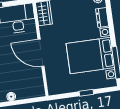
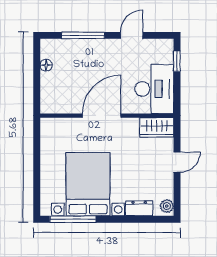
window: (86, 93) -> (37, 171), removed

